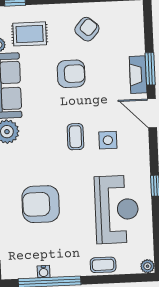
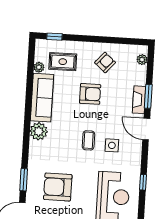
plant: (136, 20) -> (142, 60), added

